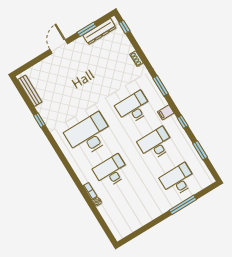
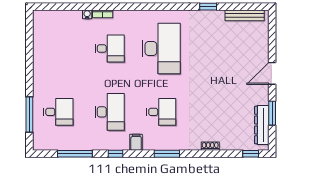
door: (59, 46) -> (272, 73), swing flipped
desk: (134, 108) -> (161, 112), width x0.73
window: (200, 150) -> (75, 154), width x1.44
desk: (111, 171) -> (110, 48), width x0.73
desk: (178, 180) -> (58, 112), width x0.73
window: (183, 205) -> (29, 114), moved

